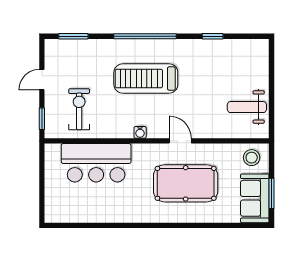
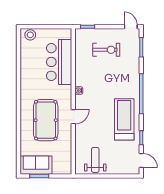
door: (248, 36) -> (141, 161), added
treadmill: (146, 79) -> (124, 119), moved
door: (42, 80) -> (131, 27), moved
exercise bike: (79, 109) -> (106, 50), moved
stool: (252, 158) -> (30, 35), moved

